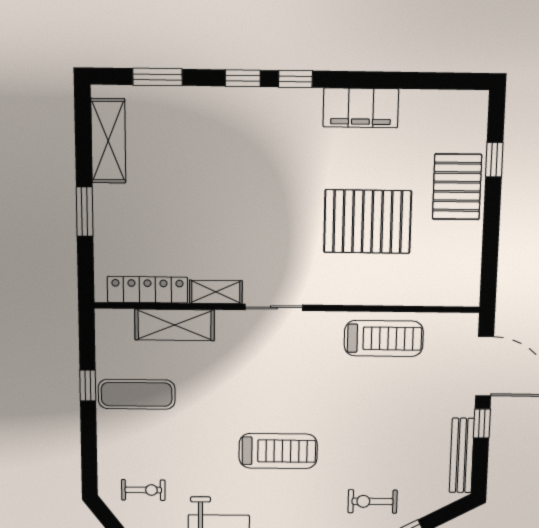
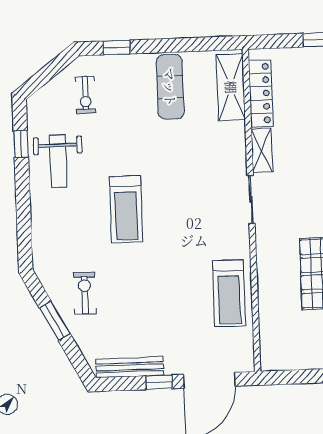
shelving: (175, 325) -> (231, 87), moved
window: (88, 385) -> (117, 47), moved

